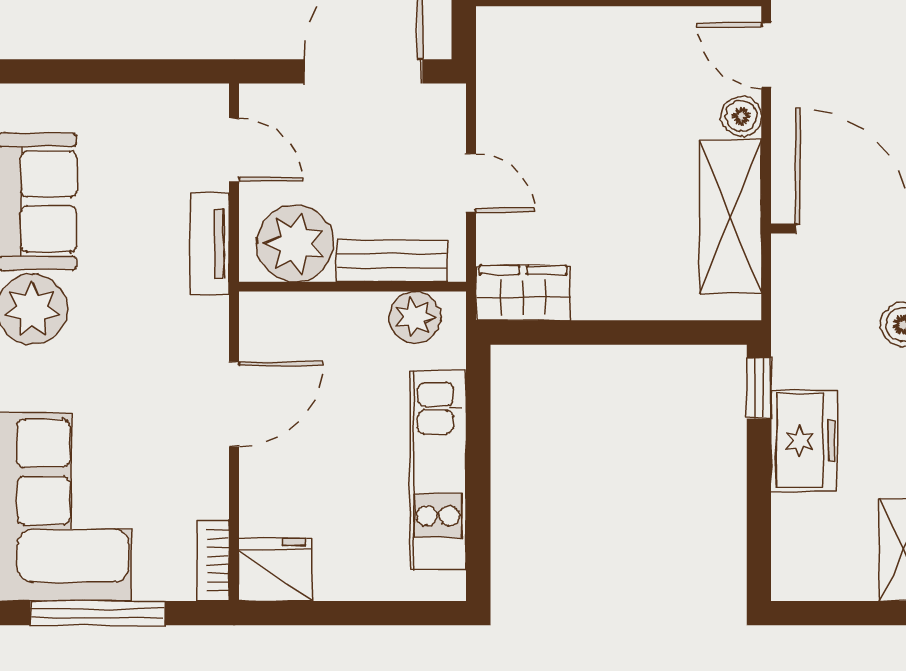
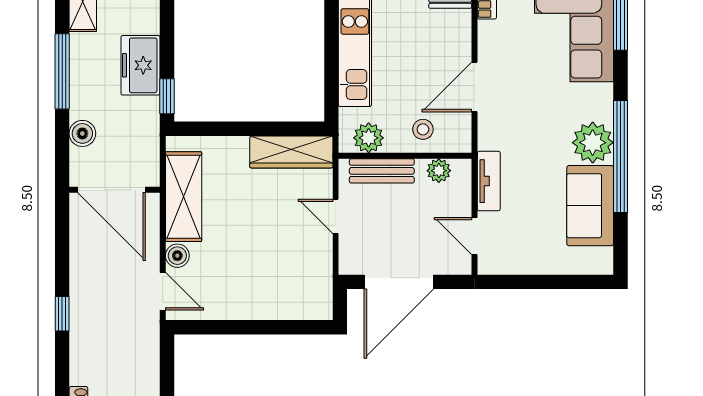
plant: (295, 243) -> (439, 171), width x0.53, depth x0.53
wardrobe: (523, 293) -> (291, 152), width x1.50
stool: (322, 332) -> (423, 129), added

